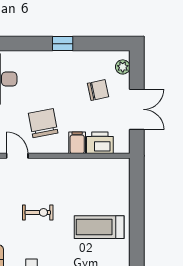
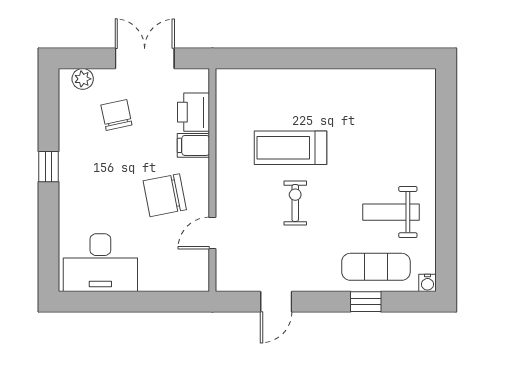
treadmill: (99, 227) -> (290, 148), moved, turned 90

